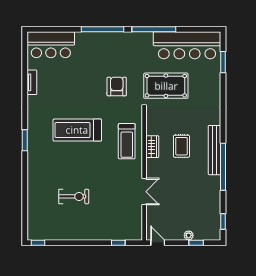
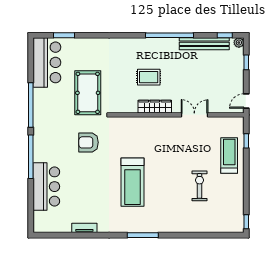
bar counter: (51, 45) -> (46, 187), moved
bar counter: (187, 45) -> (47, 62), width x0.73
window: (25, 140) -> (143, 235), width x1.44
treadmill: (127, 141) -> (229, 156), moved, turned -90
wardrobe: (152, 147) -> (155, 107), width x1.50
bench: (214, 150) -> (204, 44), moved
plant: (189, 235) -> (239, 43), moved

